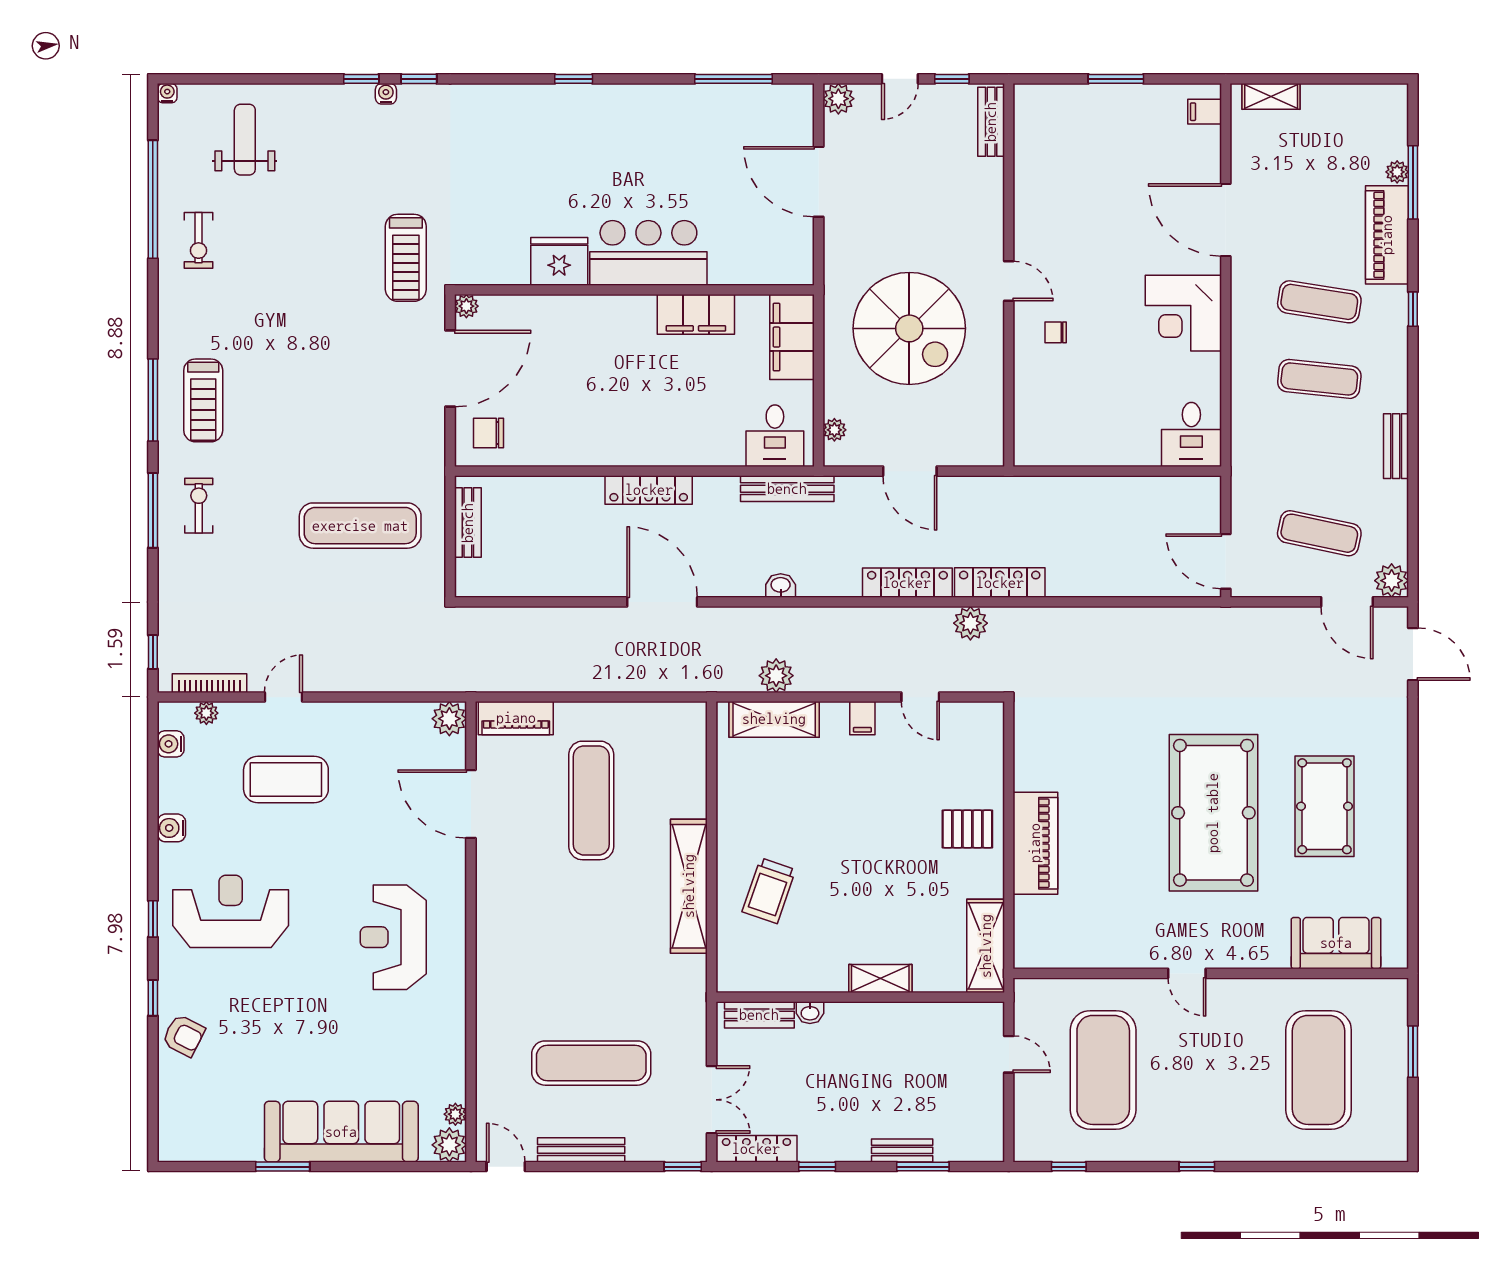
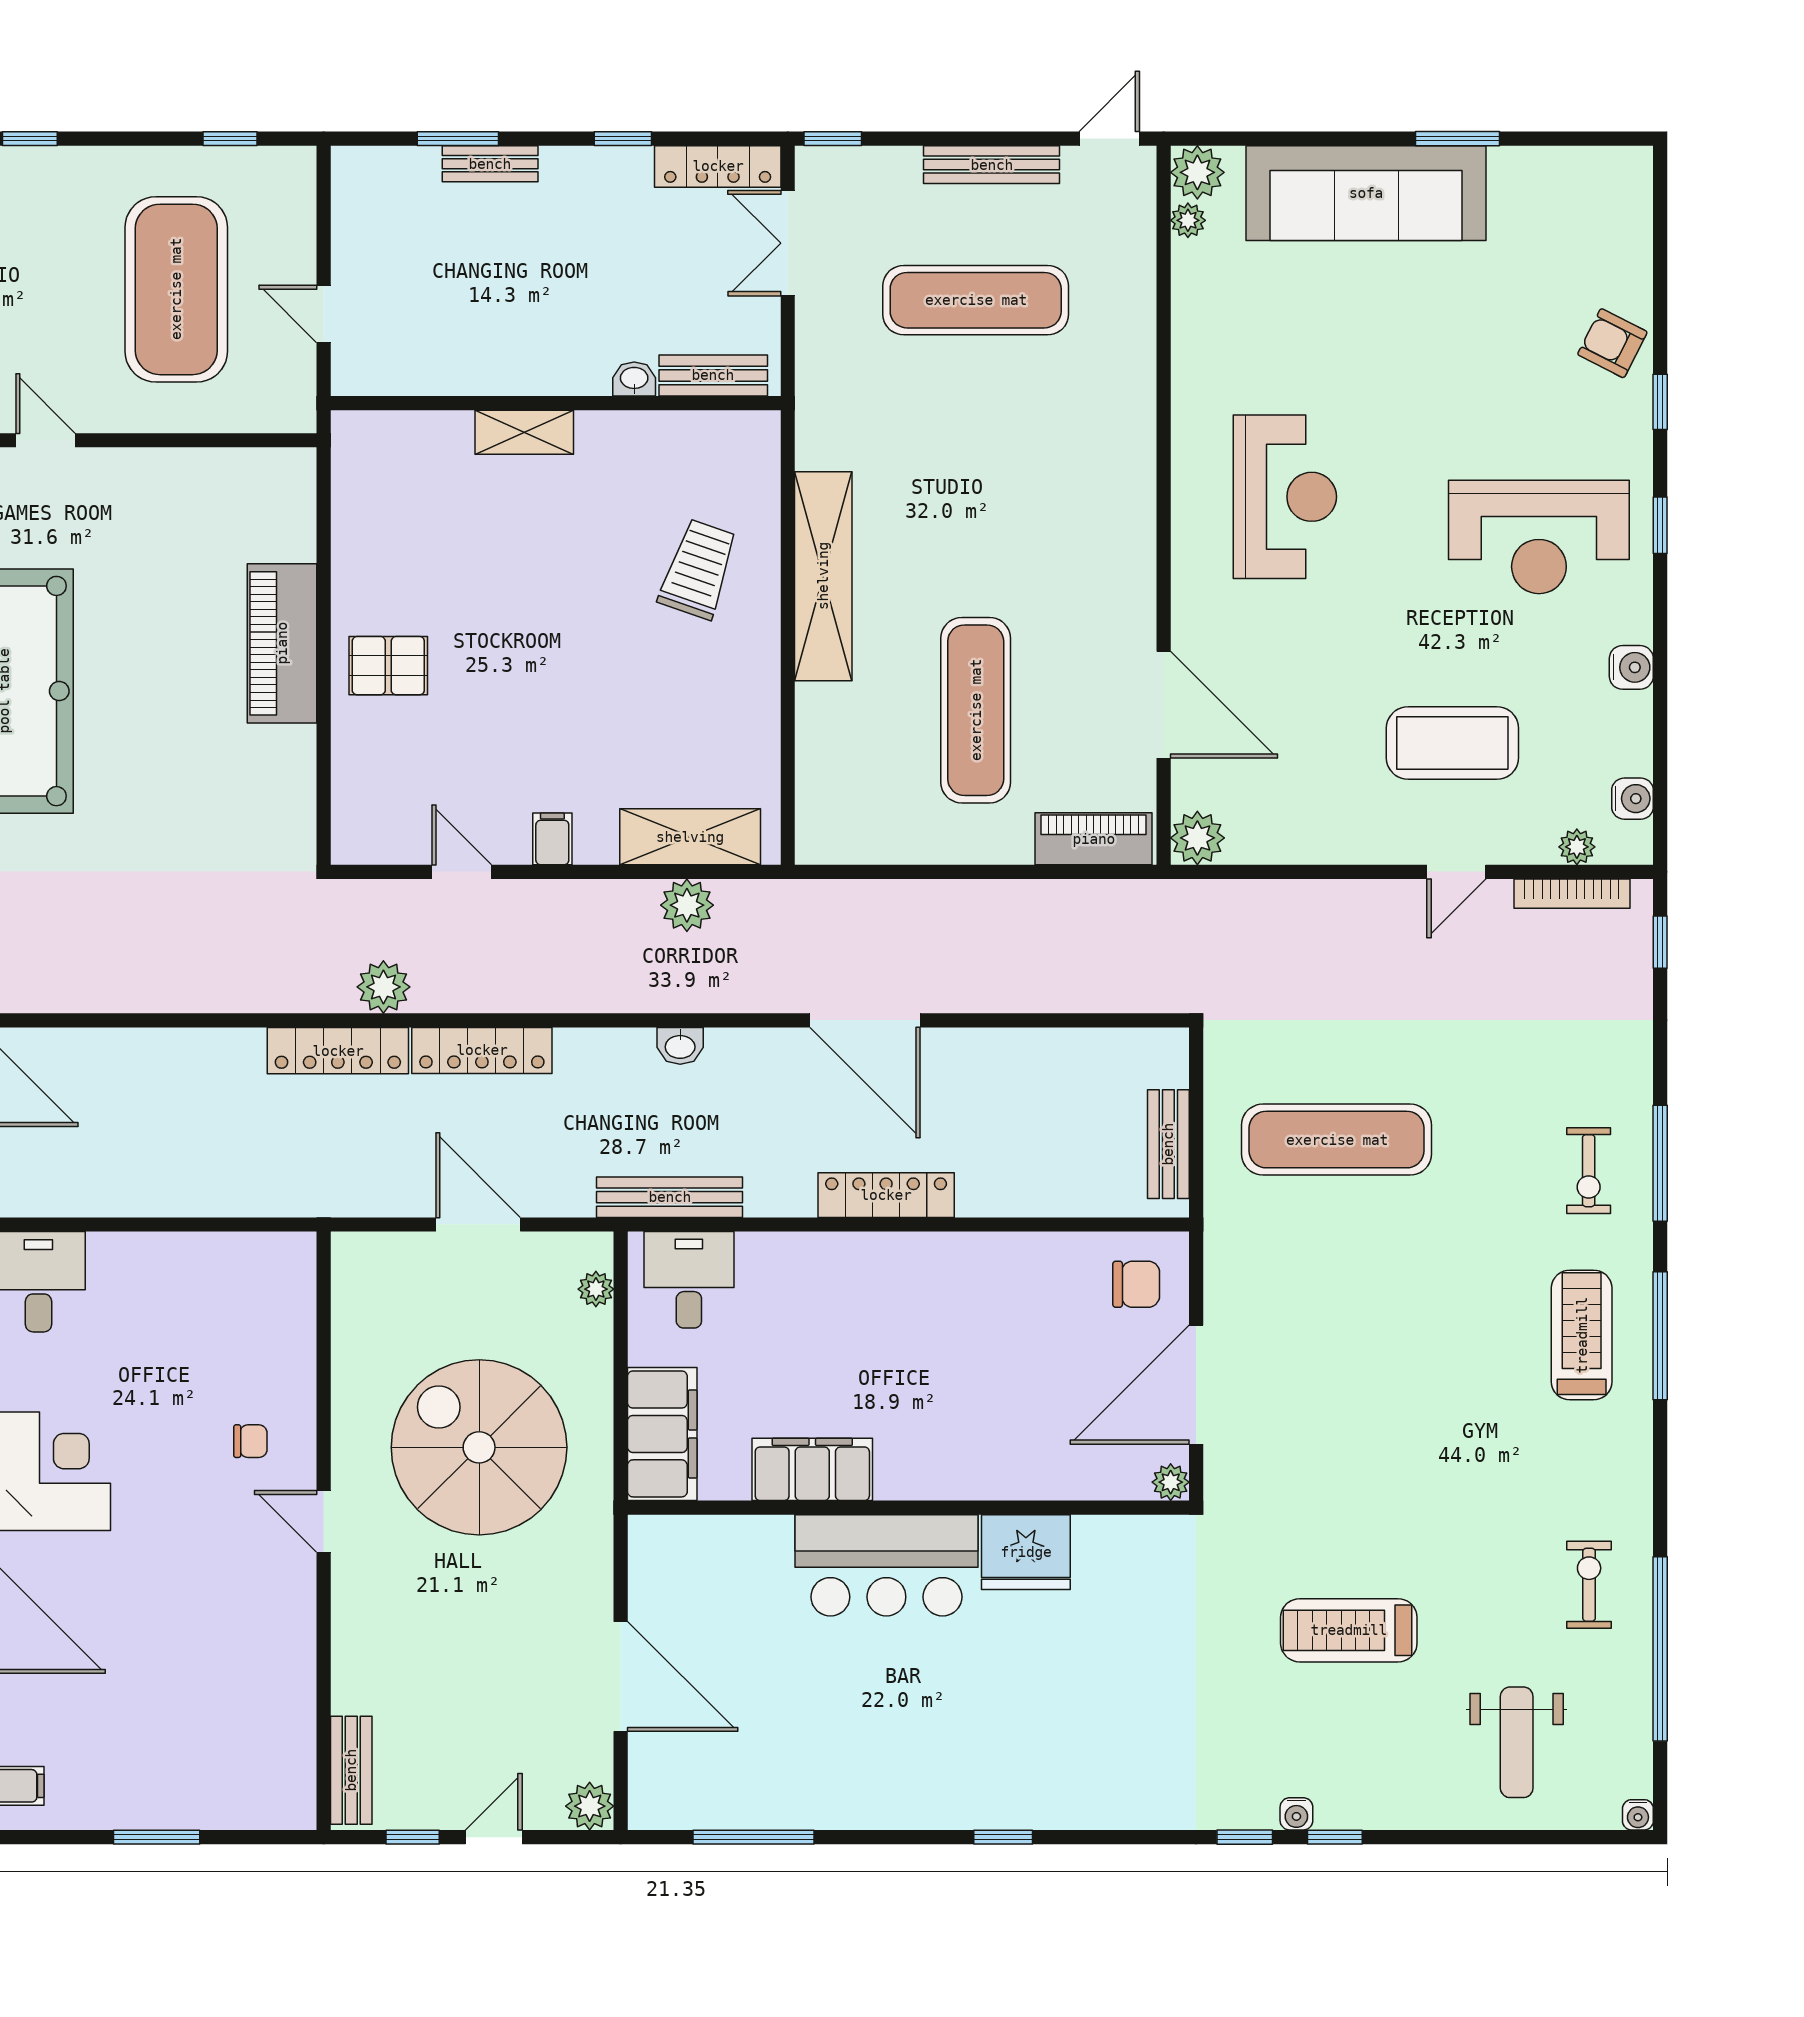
treadmill: (406, 258) -> (1349, 1630), moved, turned -90
shelving: (986, 946) -> (360, 483), removed
door: (506, 1167) -> (1109, 139), swing flipped

